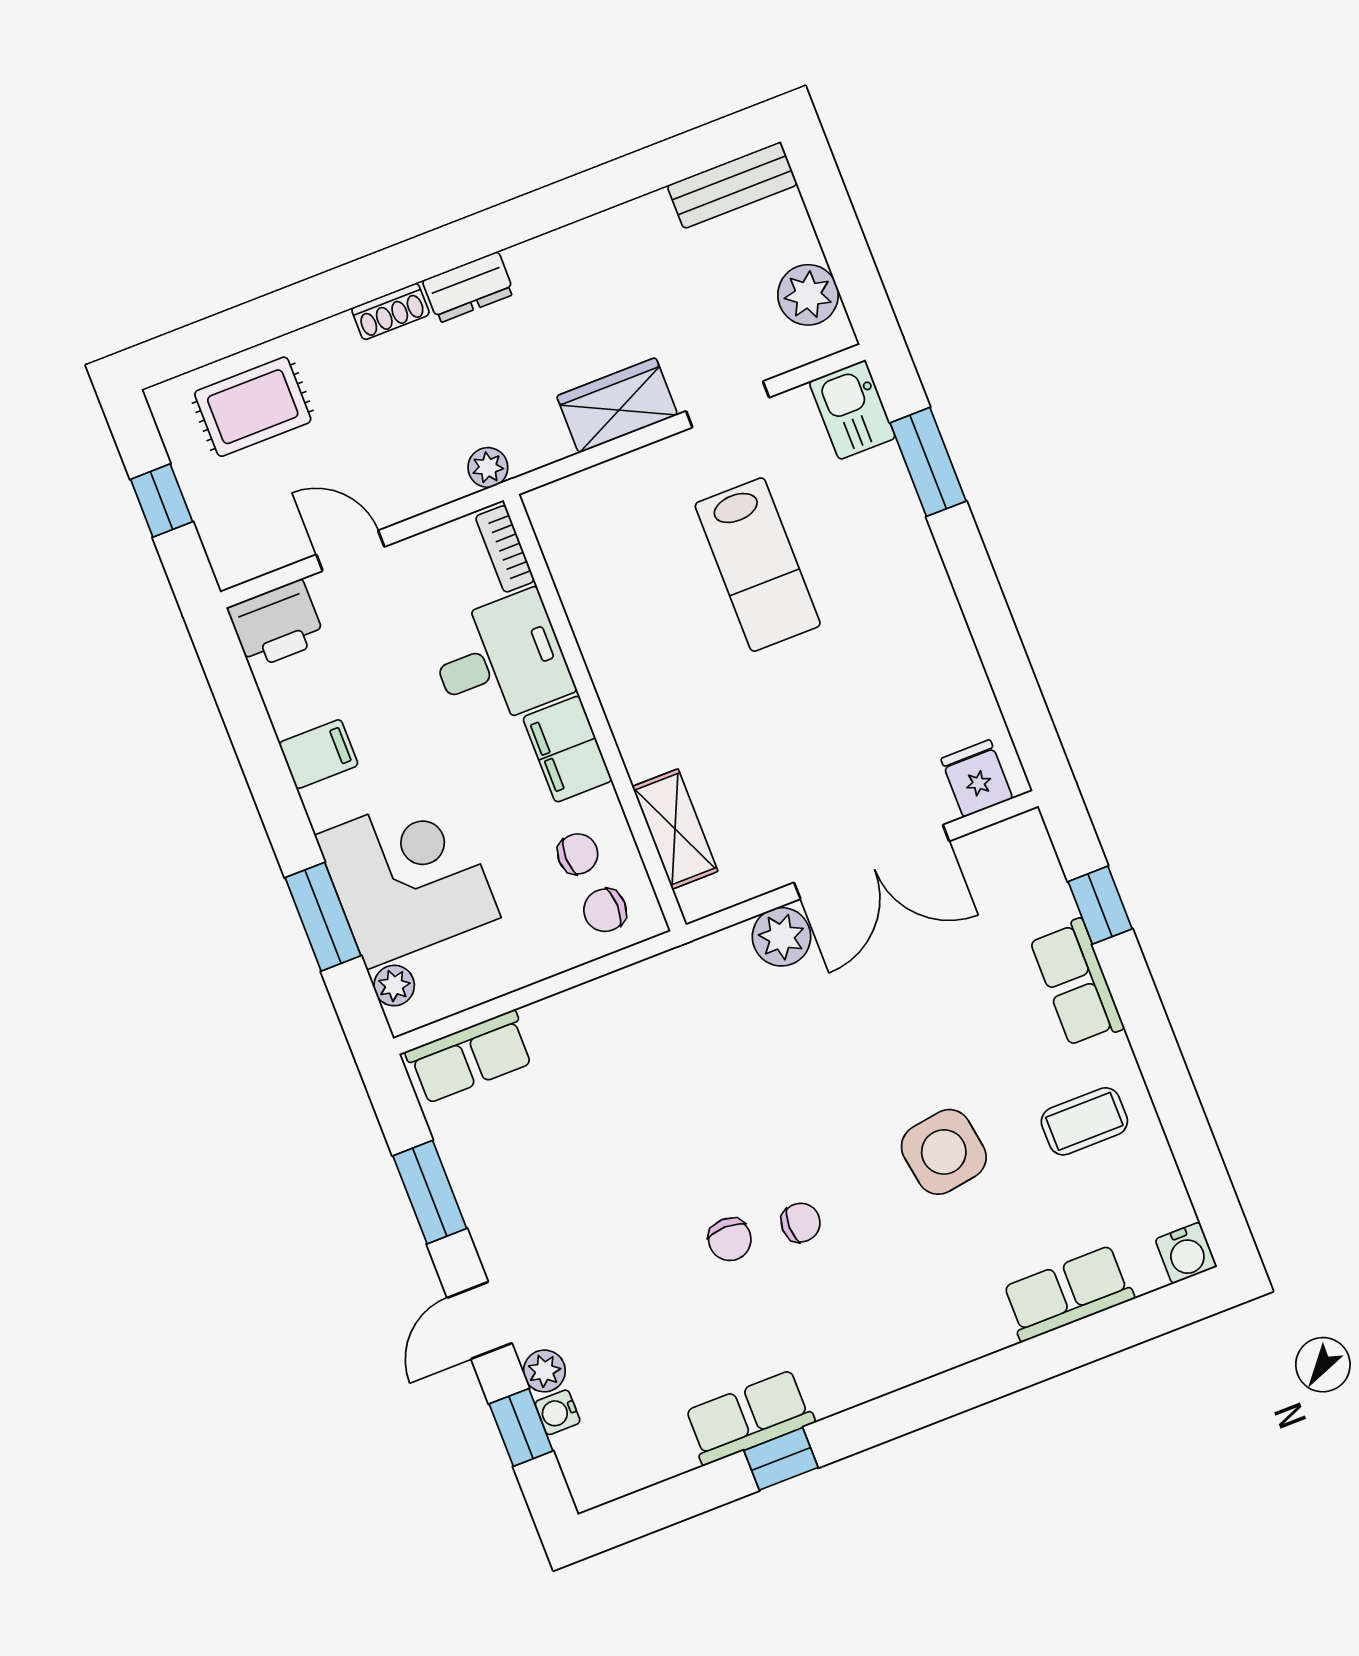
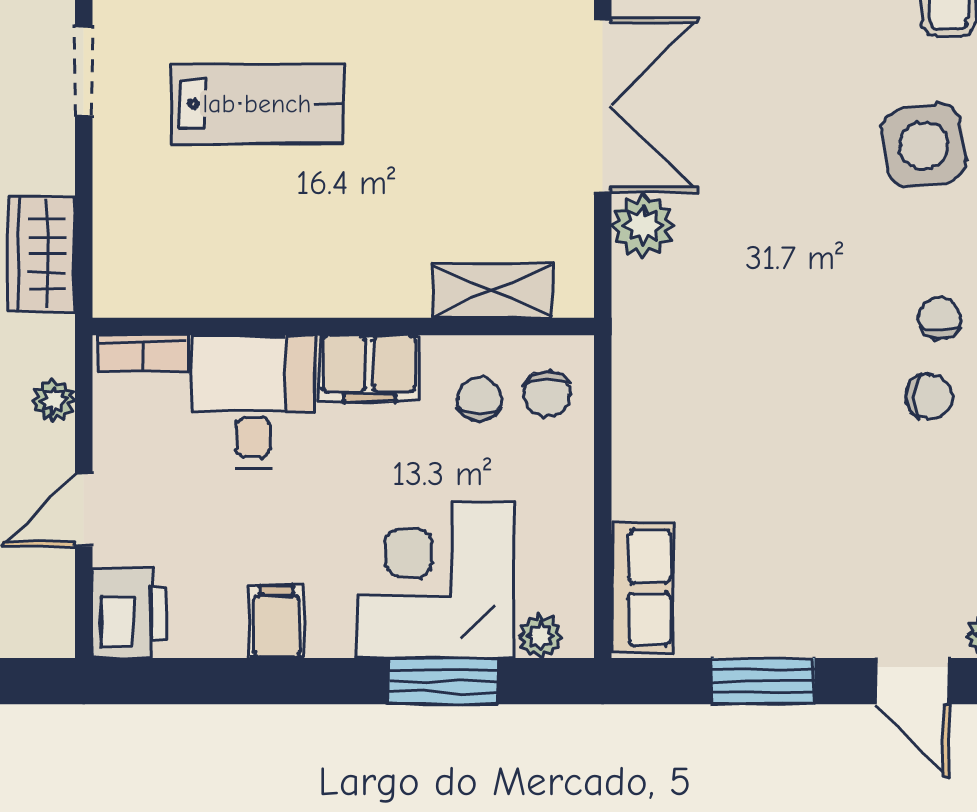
wardrobe: (617, 405) -> (41, 254), moved
plant: (488, 467) -> (53, 401), moved

